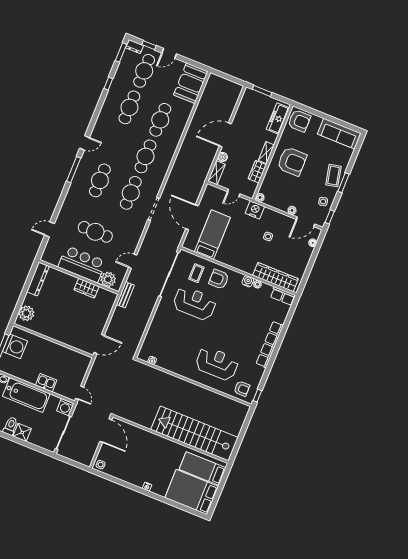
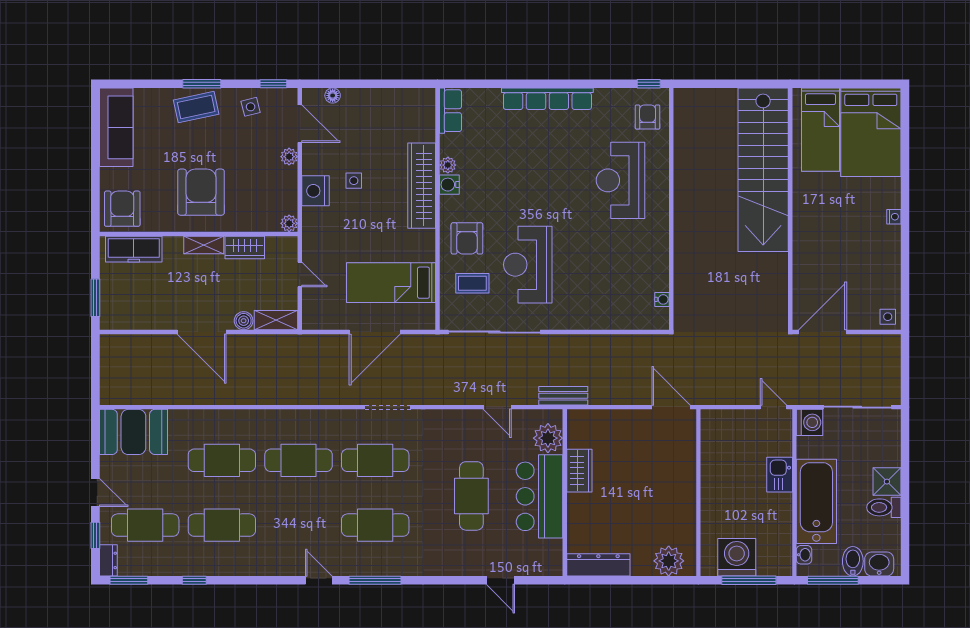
nightstand: (255, 210) -> (315, 191), moved
wardrobe: (275, 277) -> (422, 186), moved
door: (79, 393) -> (773, 407), hinge flipped

